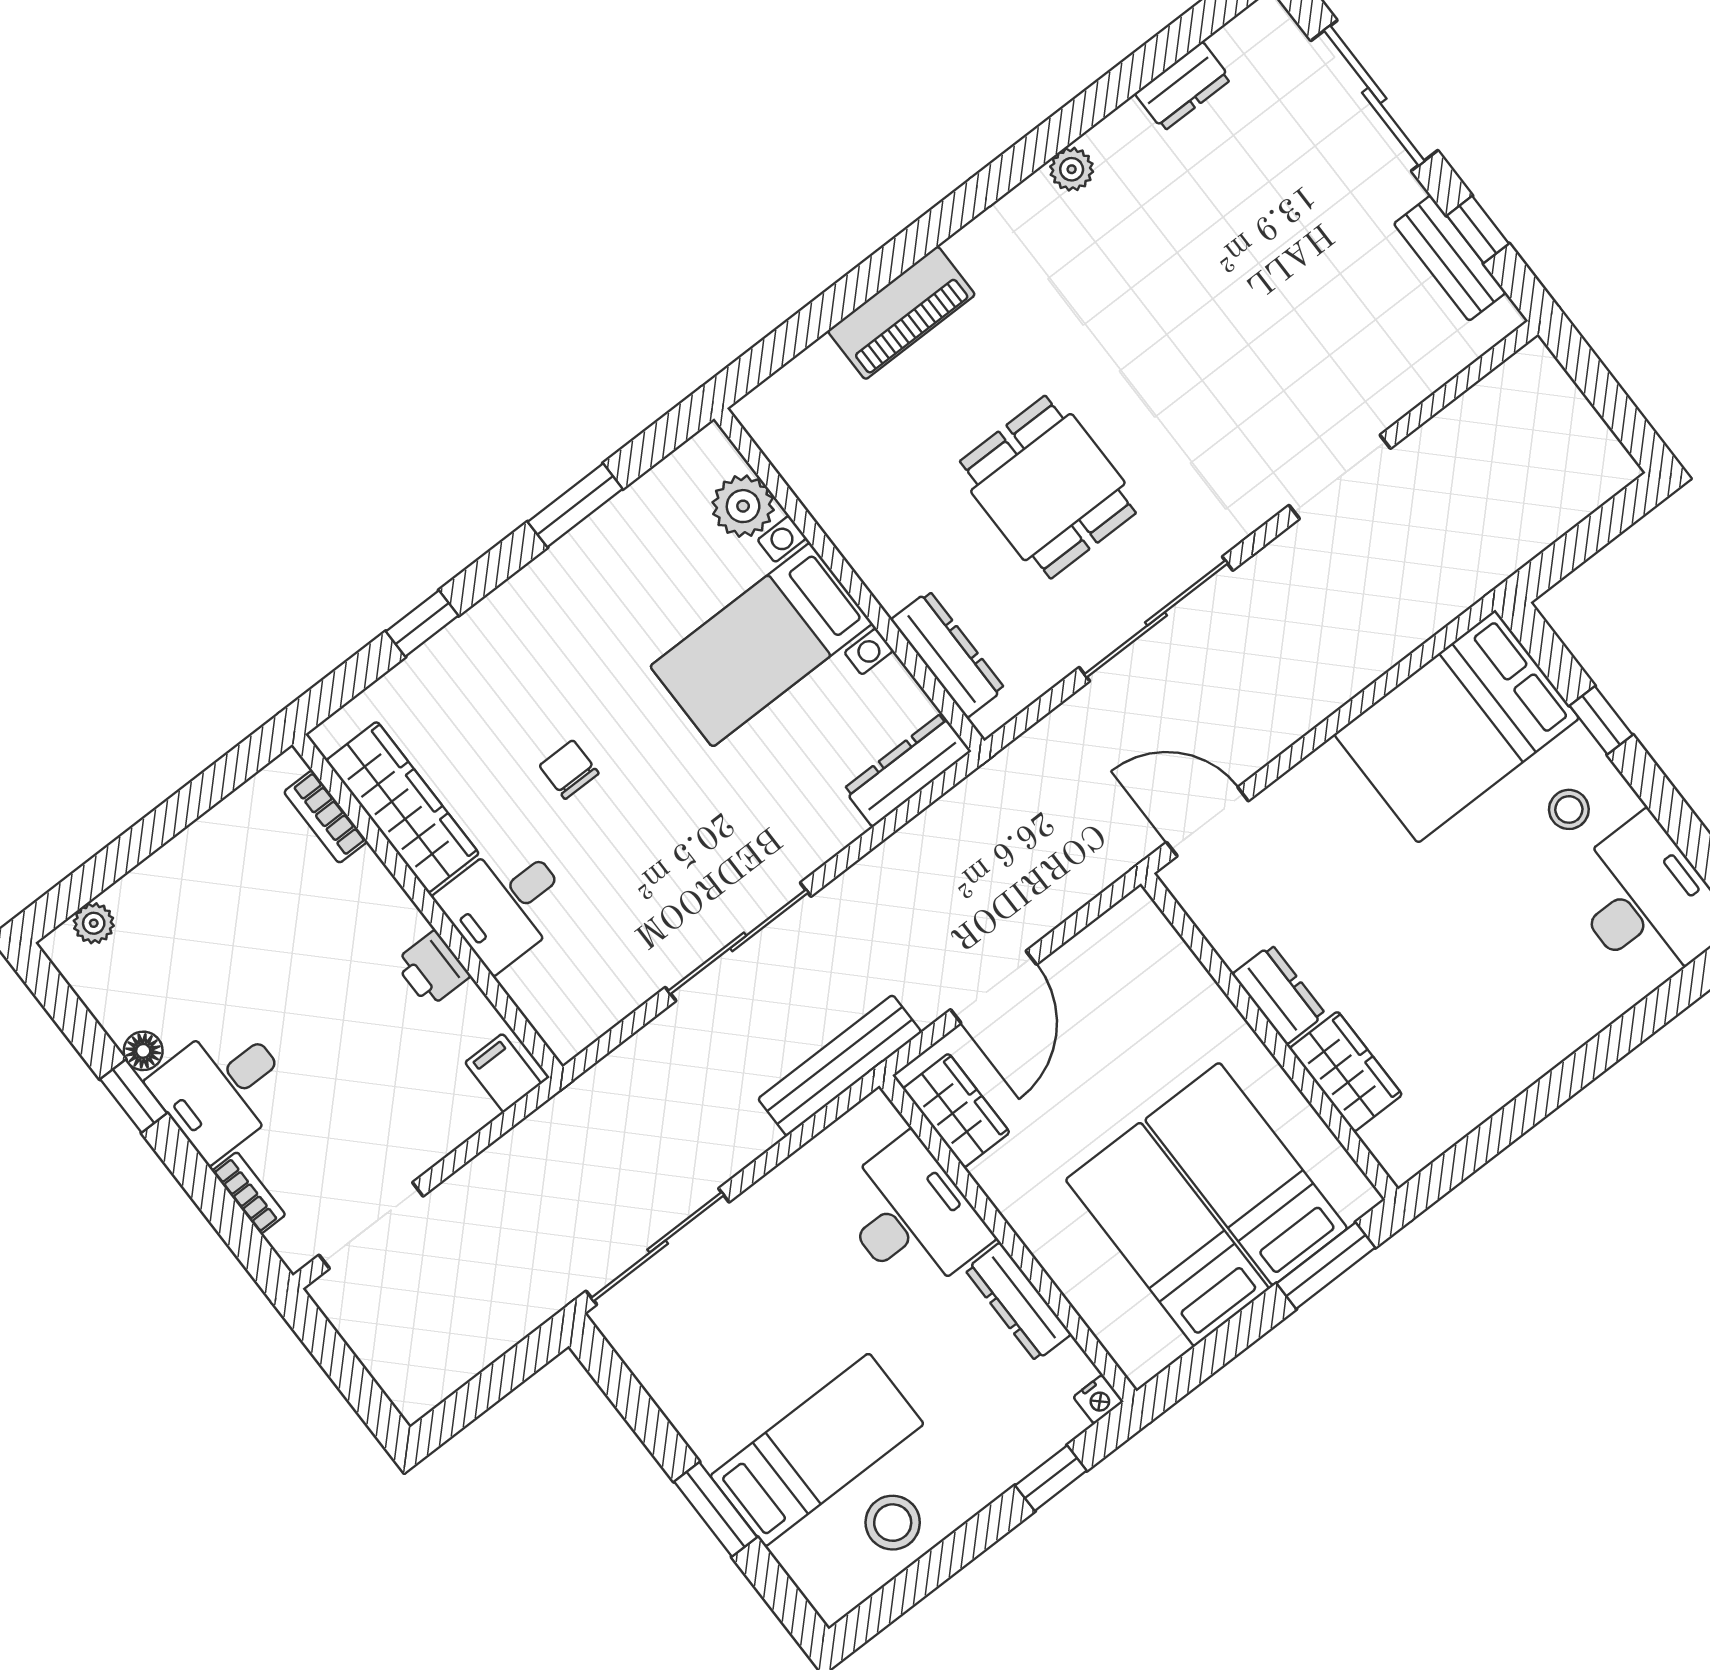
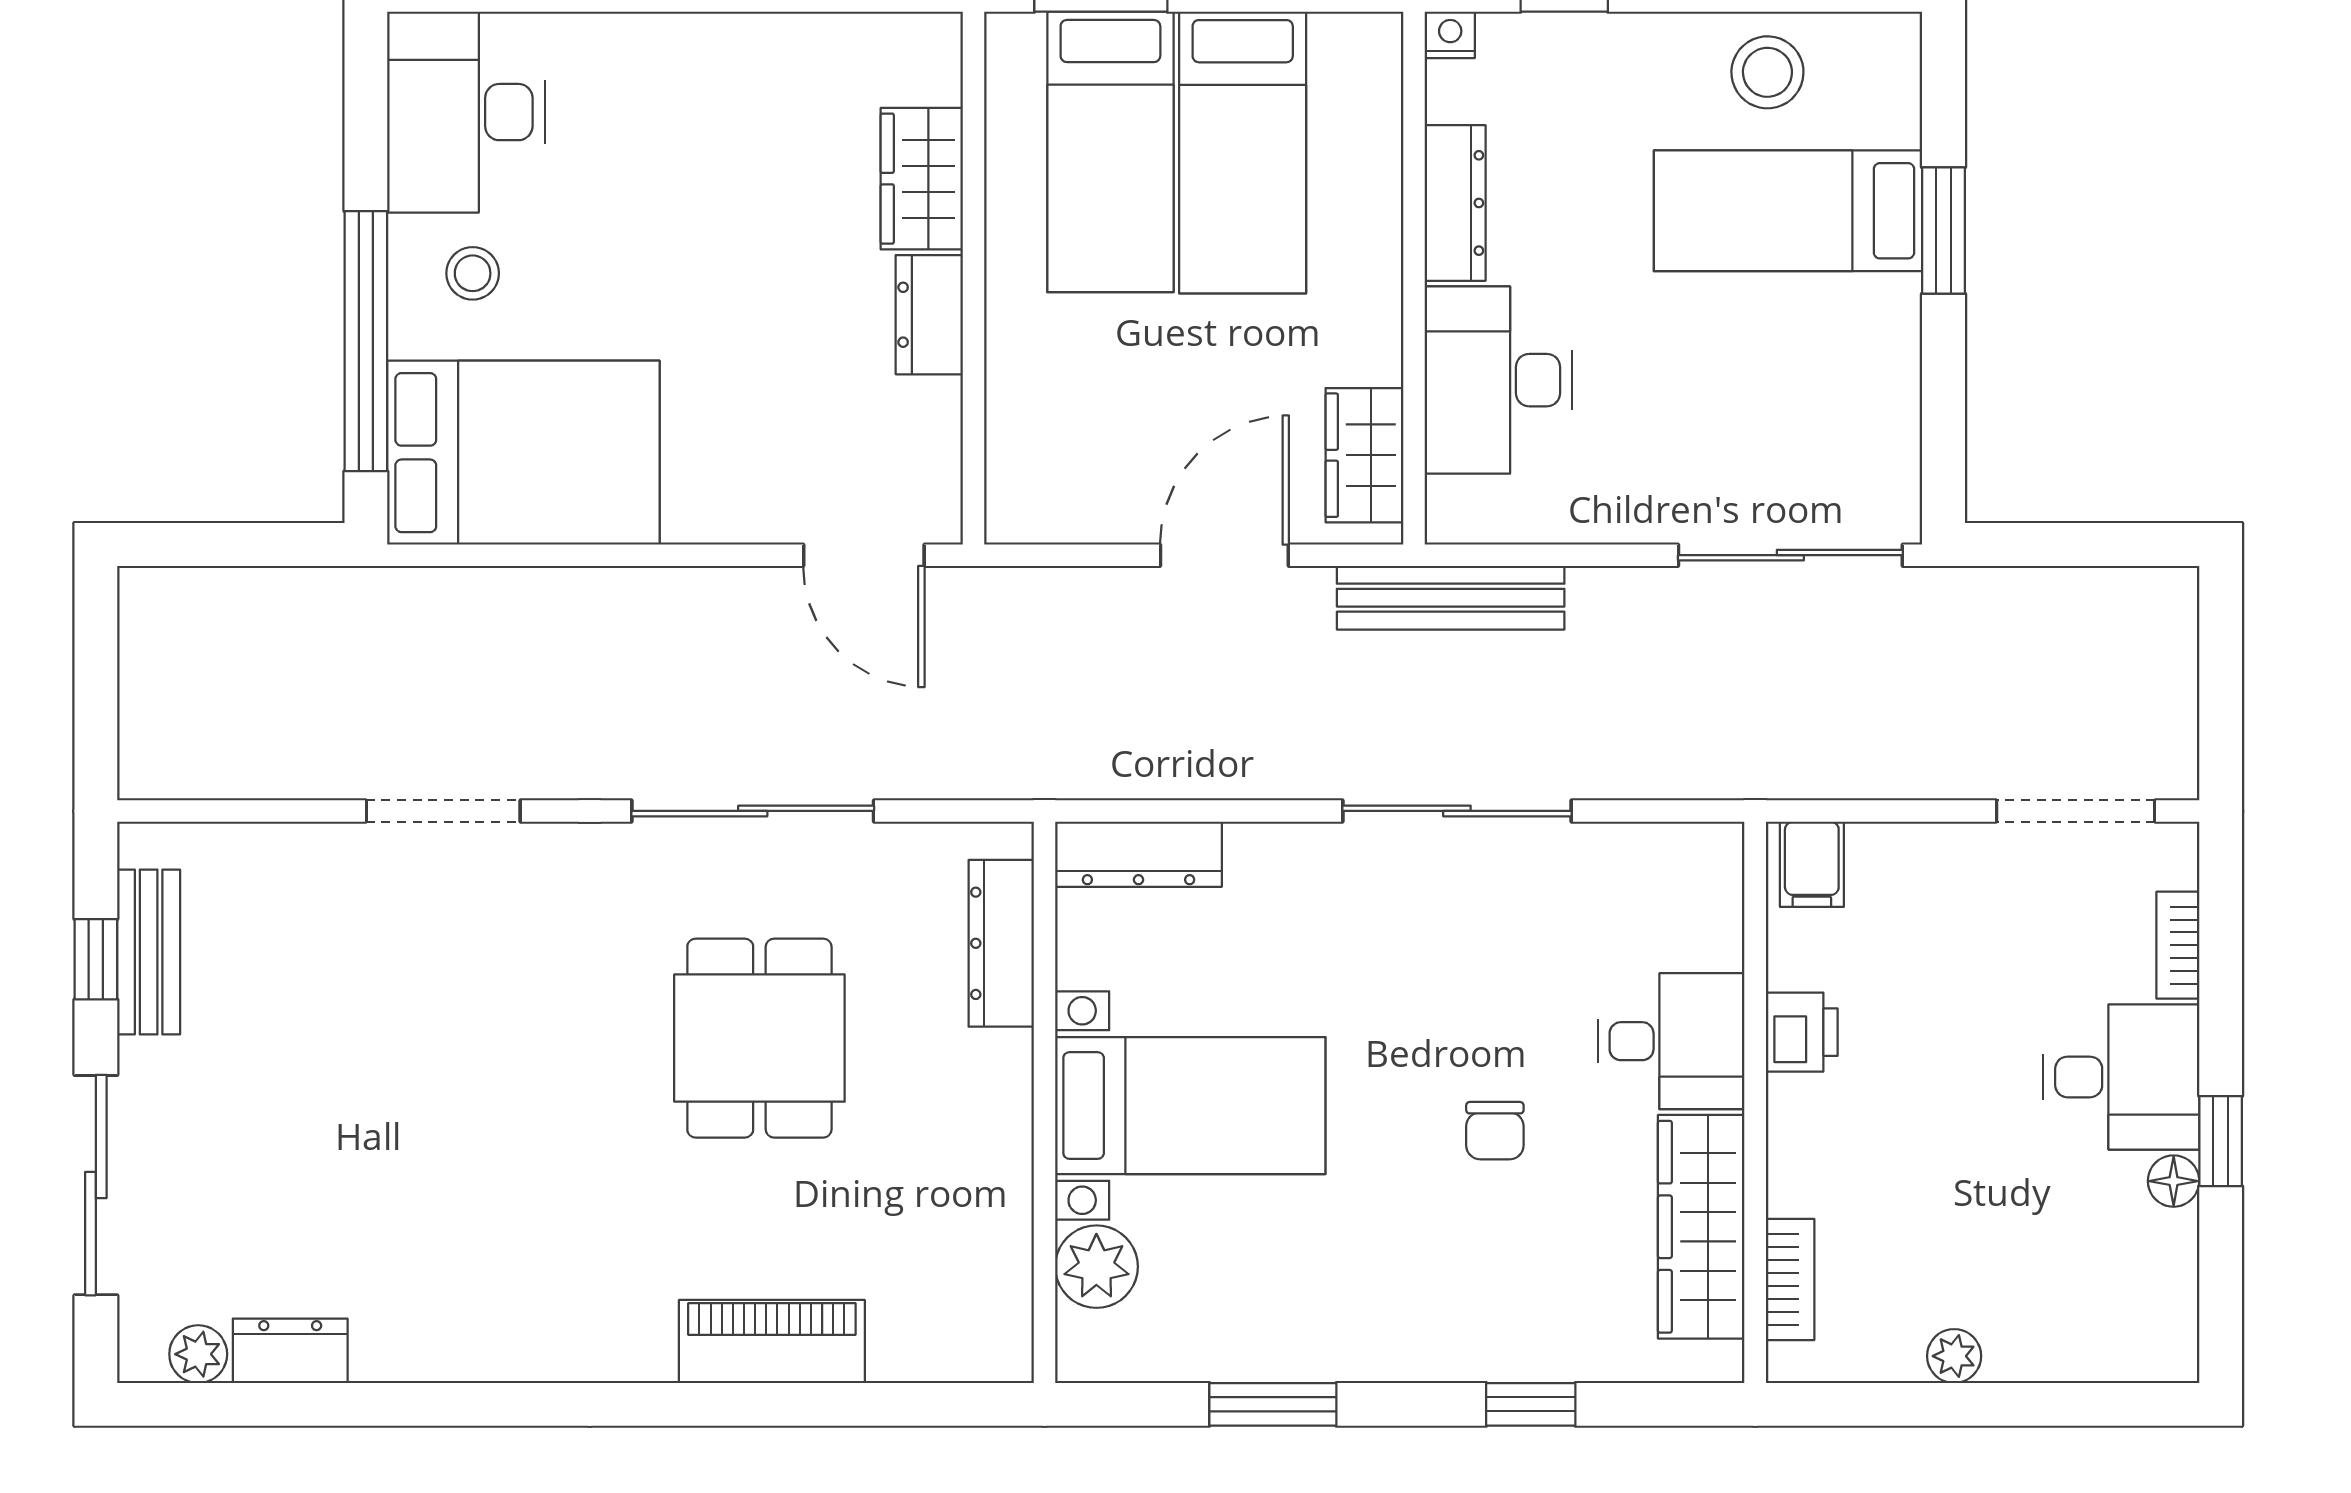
plant: (1072, 169) -> (198, 1354), moved
window: (1601, 720) -> (366, 341), width x3.17
plant: (94, 923) -> (1954, 1356), moved

